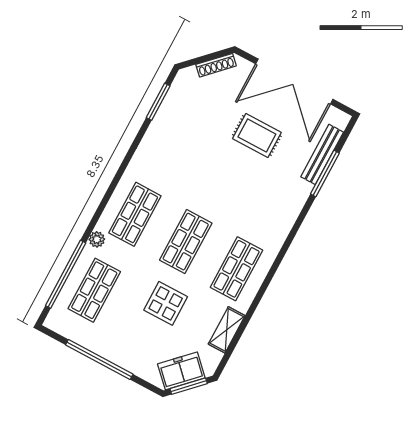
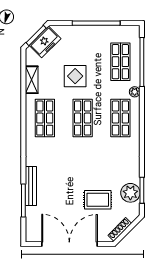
plant: (175, 107) -> (130, 193), added
rug: (257, 136) -> (98, 200), moved
bench: (322, 154) -> (31, 186), moved

